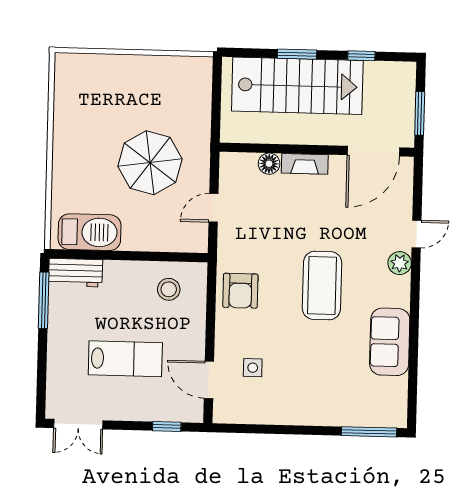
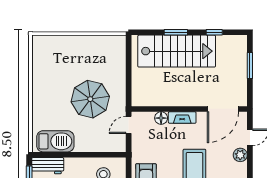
wall: (317, 150) -> (189, 109), moved
door: (373, 151) -> (223, 109), moved
floor lamp: (269, 164) -> (161, 118), moved
fireplace: (305, 164) -> (182, 118), moved

